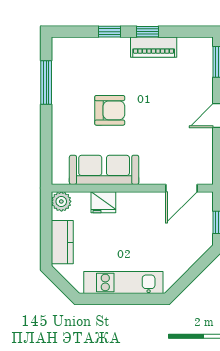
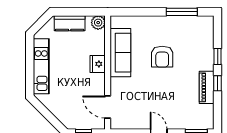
fridge: (103, 202) -> (98, 64), moved

